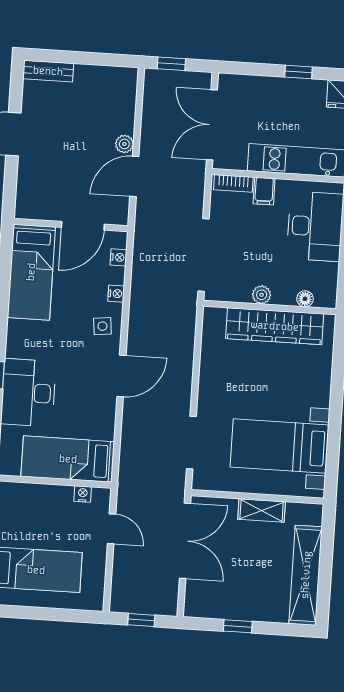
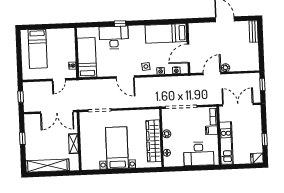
door: (134, 176) -> (212, 73), hinge flipped
door: (83, 226) -> (188, 53), hinge flipped
bed with nightstands: (280, 446) -> (117, 148), moved

